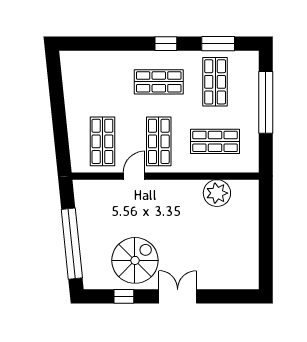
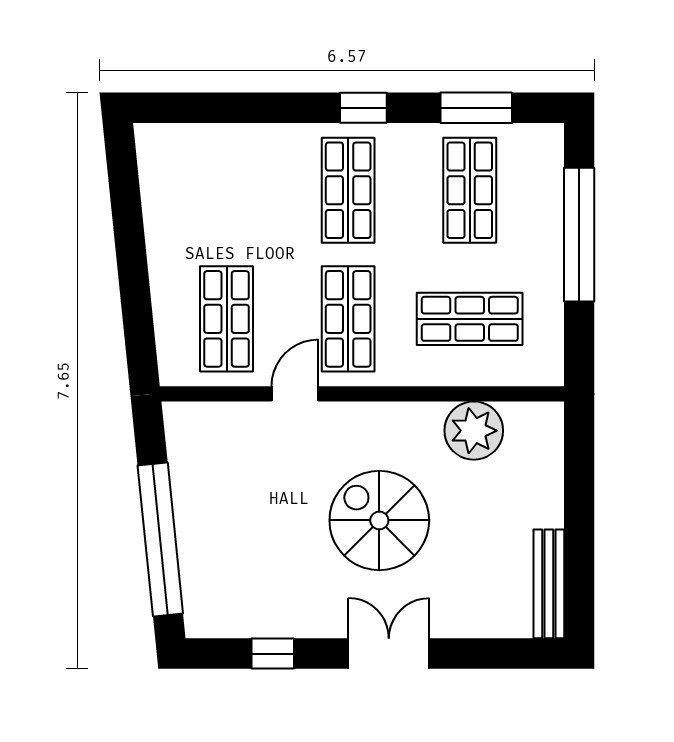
shop shelf: (159, 82) -> (348, 190), turned 90
spiral stairs: (135, 260) -> (379, 520), moved, turned -90
bench: (252, 264) -> (549, 584), added

